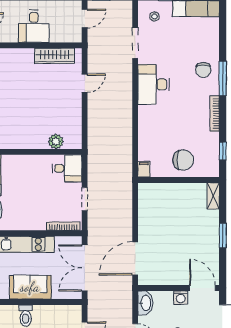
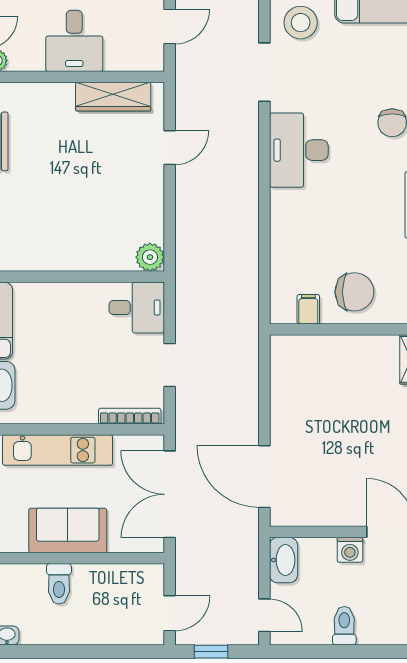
stool: (154, 16) -> (301, 23), width x1.89, depth x1.89
plant: (56, 141) -> (150, 257), moved
filing cabinet: (144, 169) -> (308, 309), moved
door: (135, 258) -> (264, 477), hinge flipped

